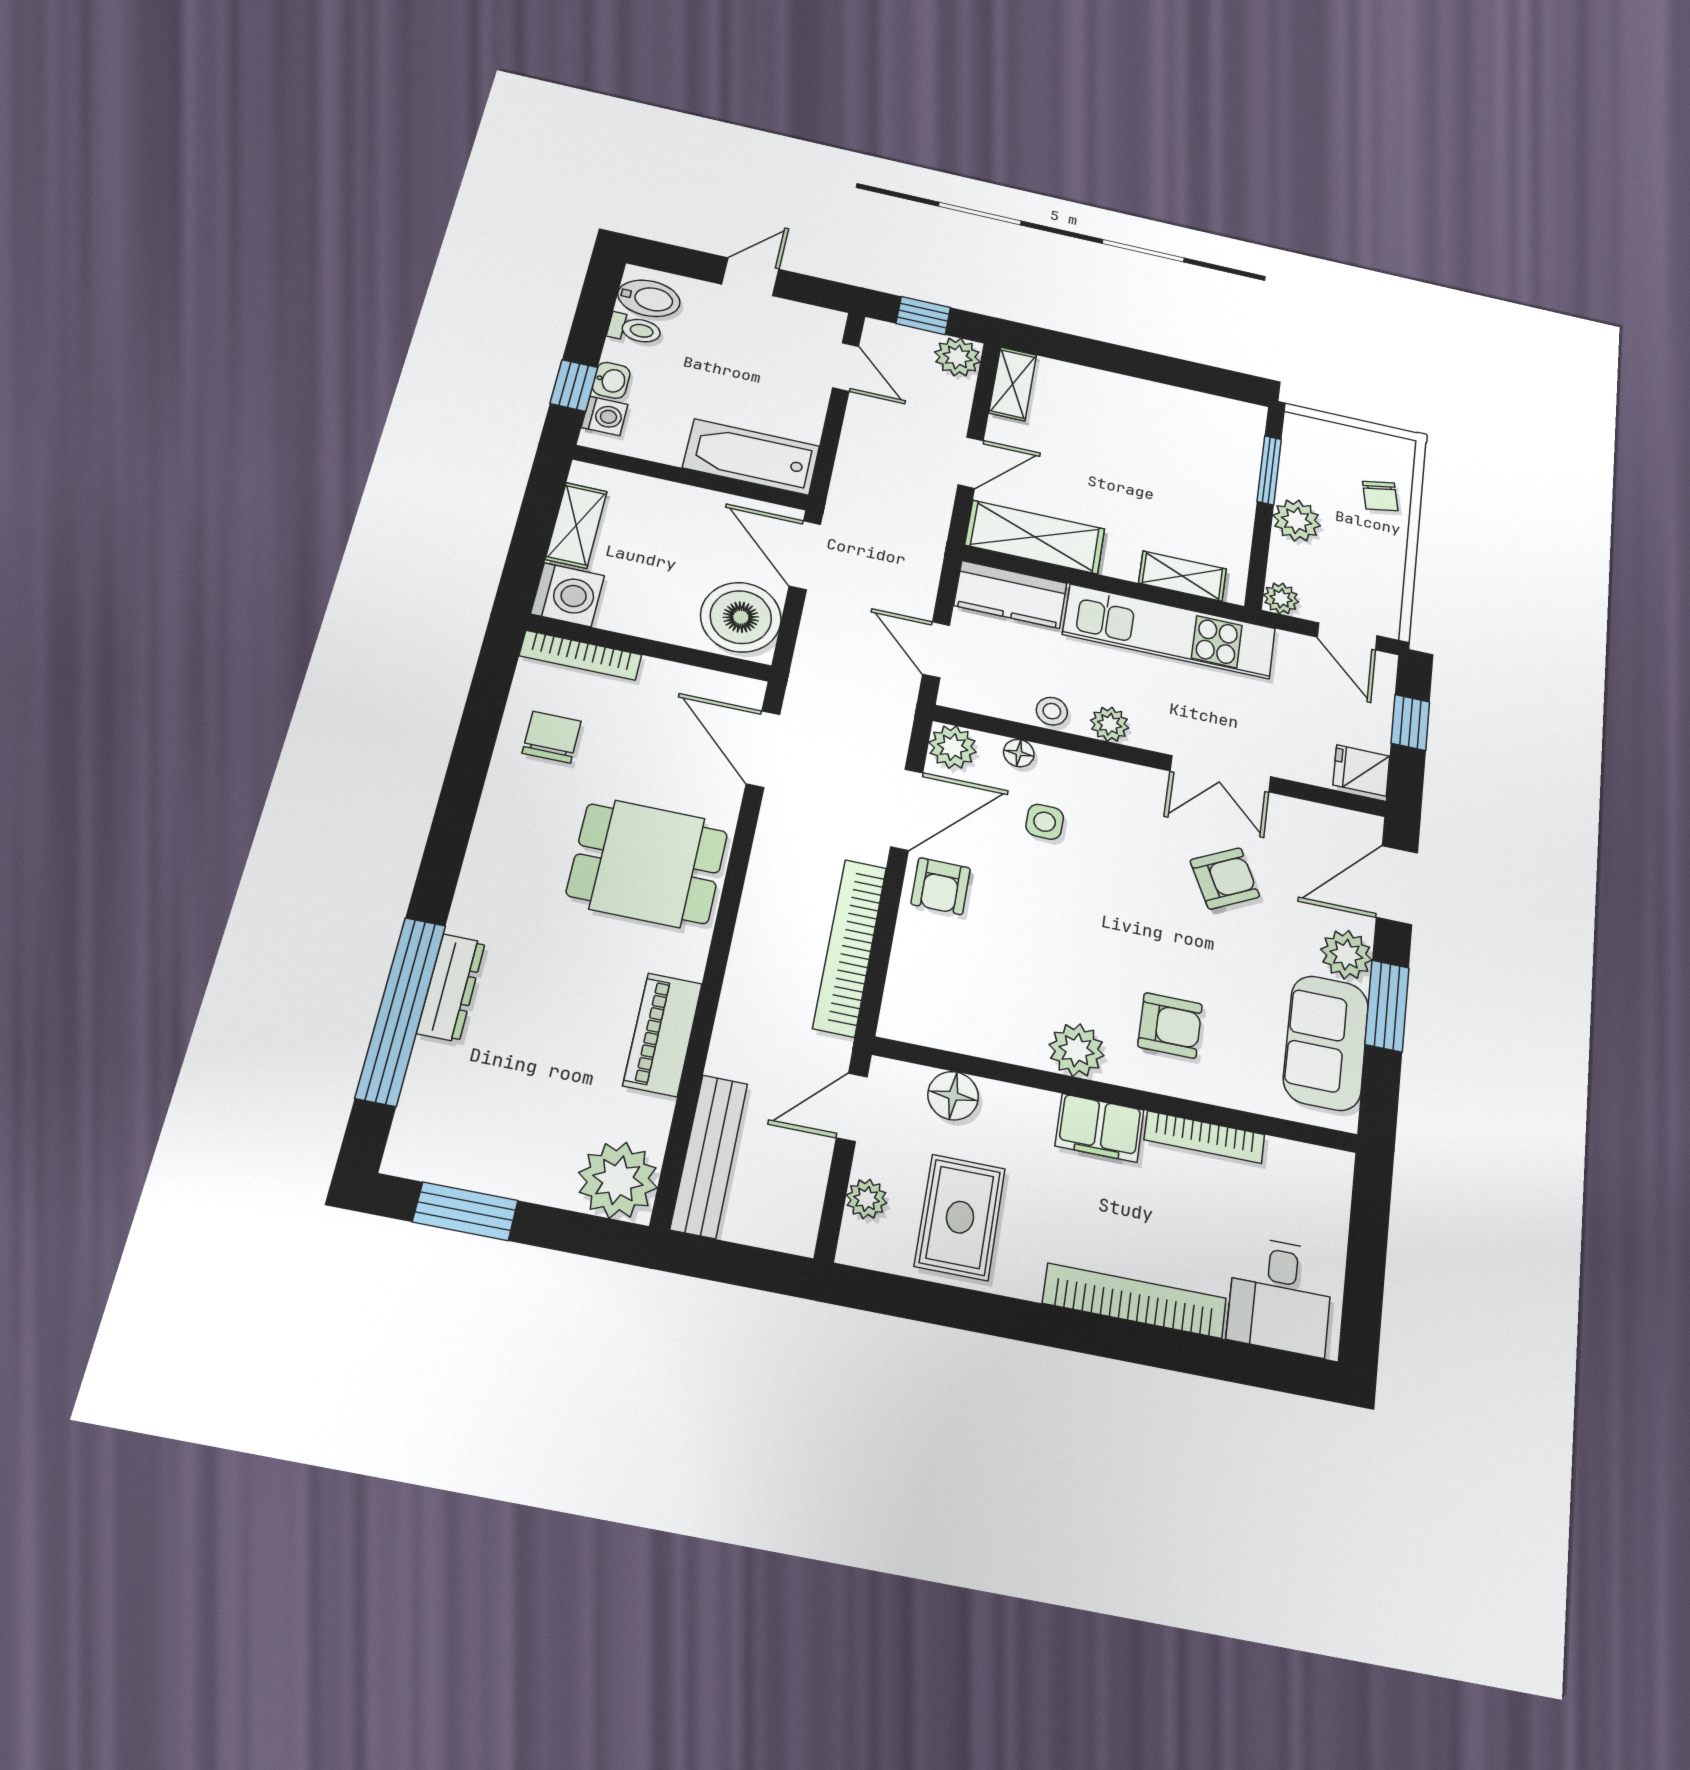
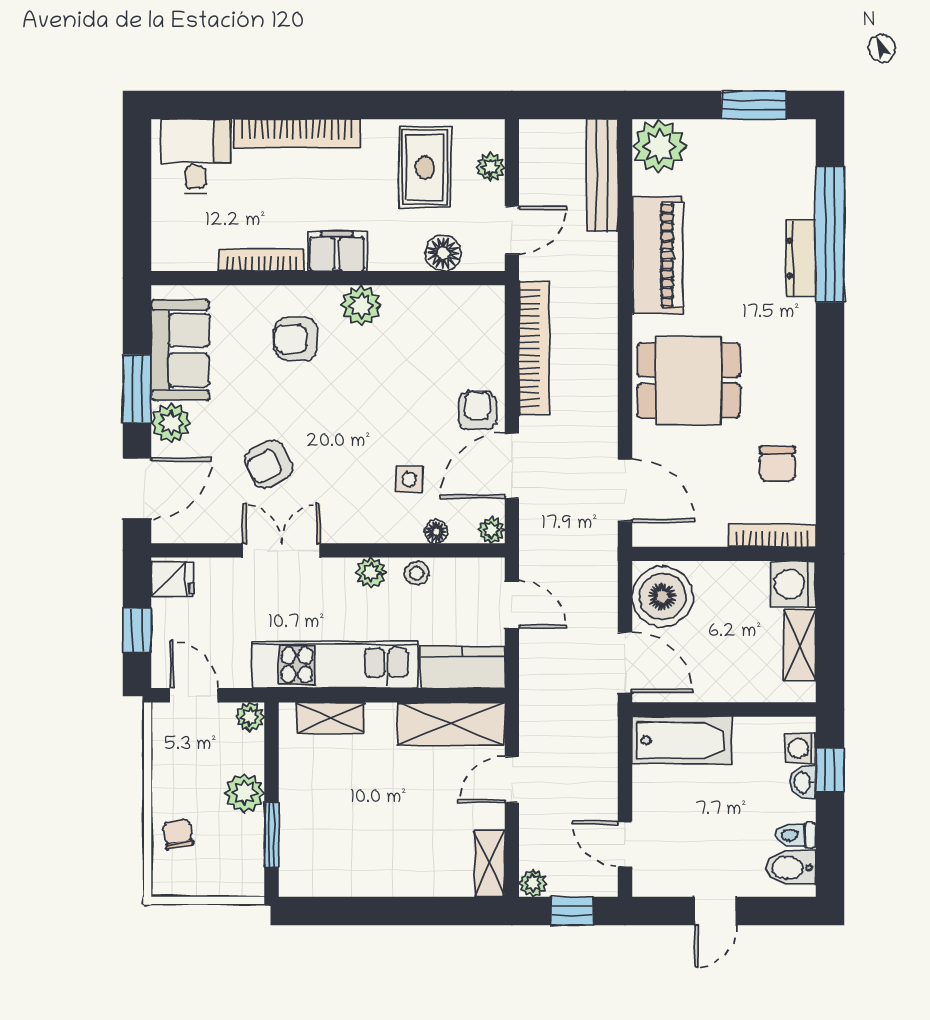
plant: (957, 357) -> (533, 883), width x0.73, depth x0.73
plant: (953, 747) -> (491, 530), width x0.73, depth x0.73
piano: (663, 1034) -> (657, 255), width x1.37, depth x1.33

